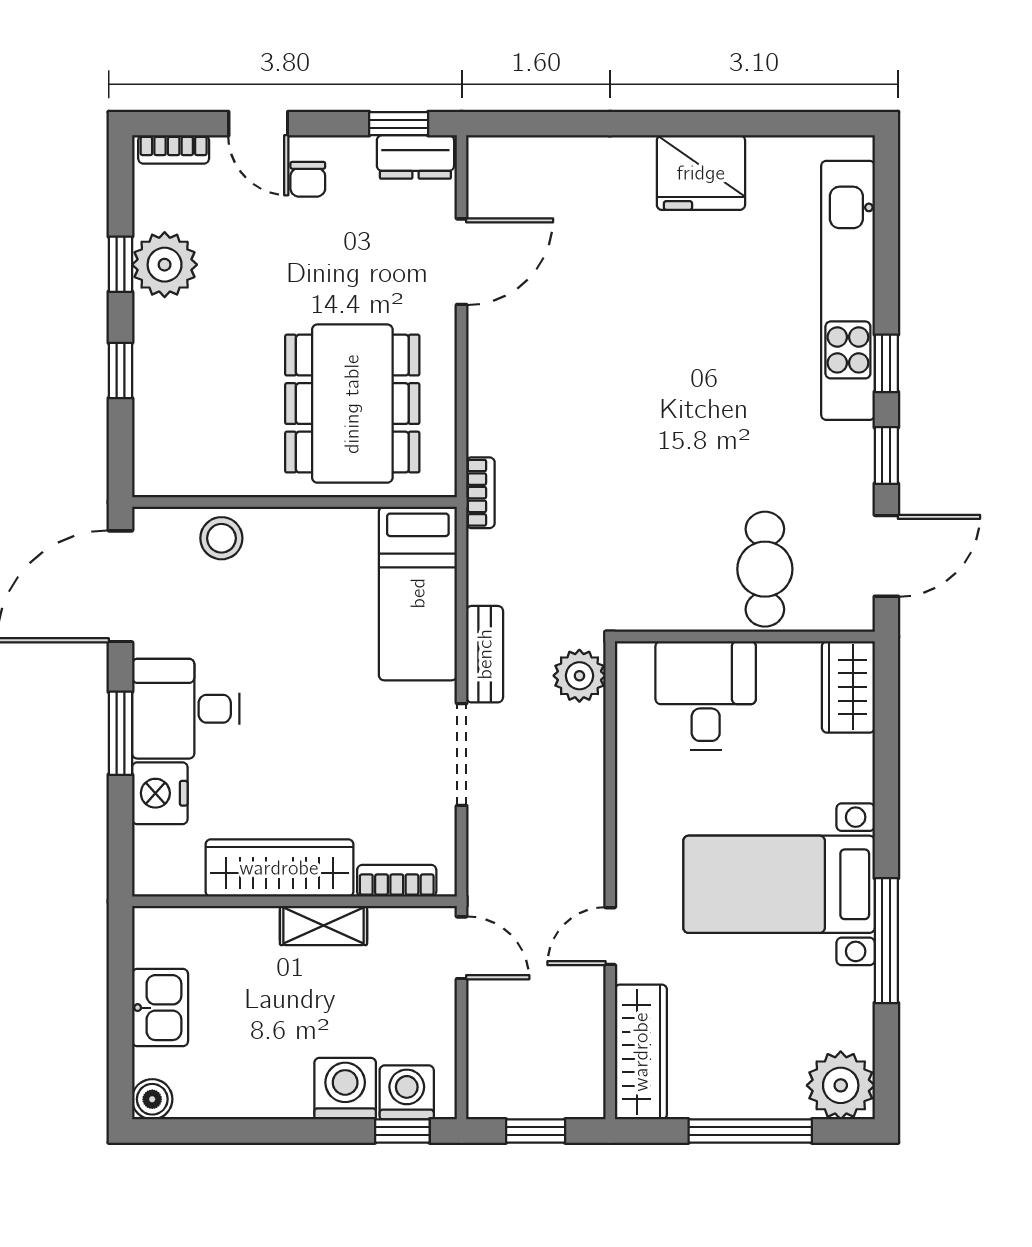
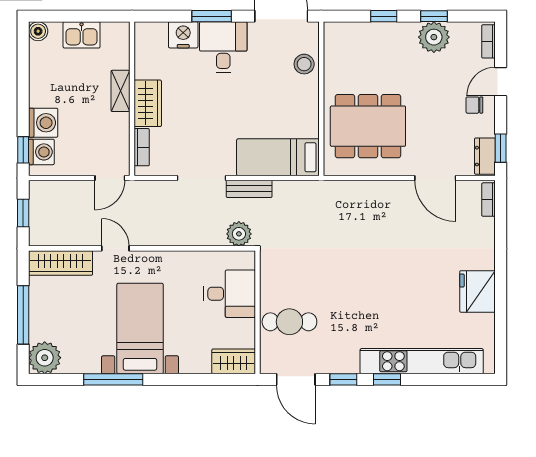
bookcase: (480, 493) -> (488, 200), moved, turned 90
wardrobe: (279, 868) -> (148, 103), width x0.67
shelving: (323, 925) -> (120, 91), moved

